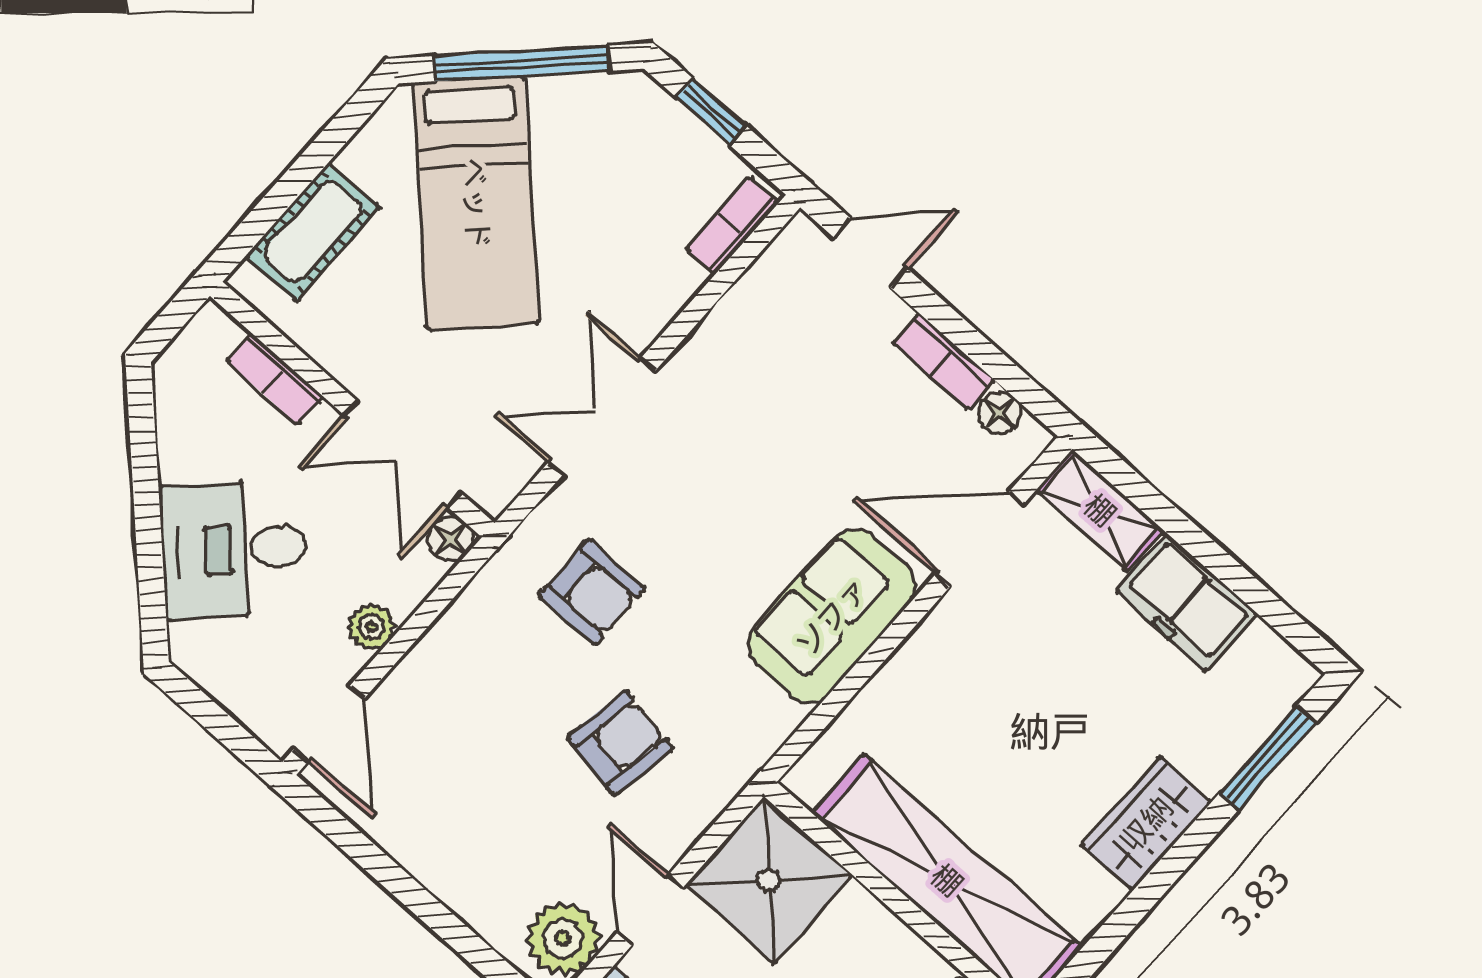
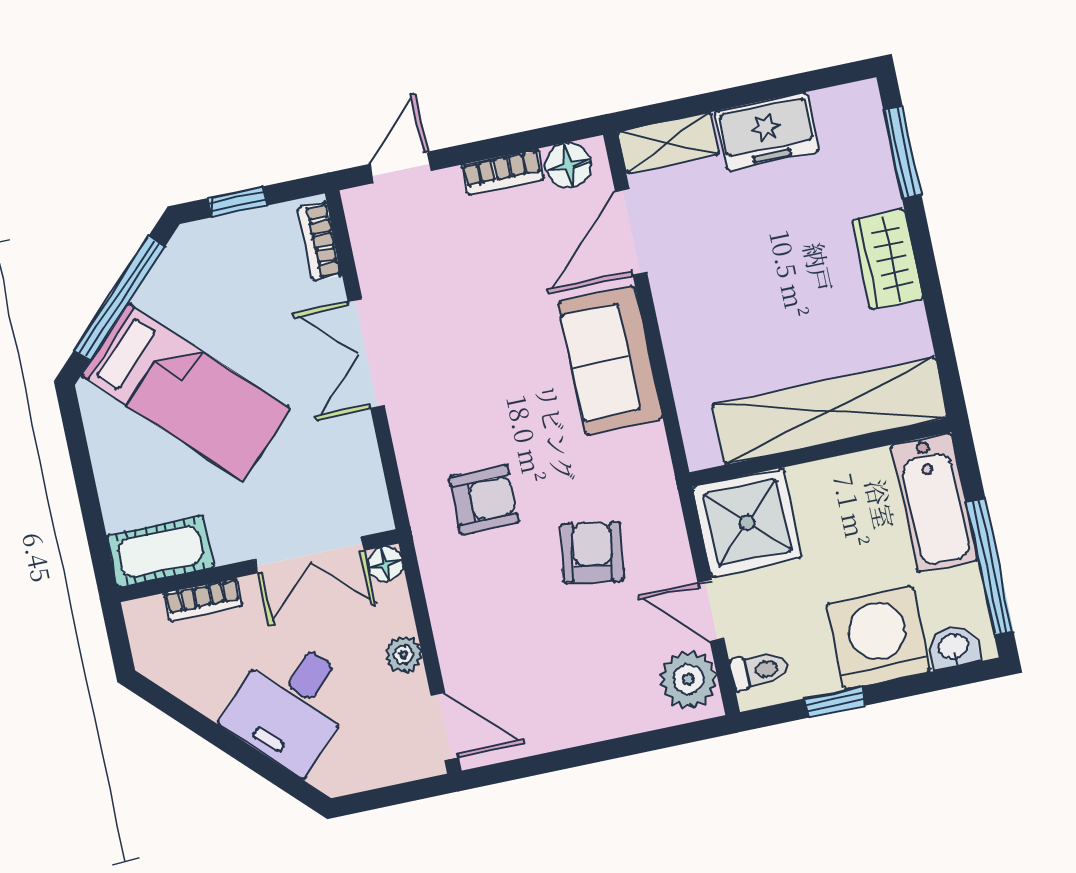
cot: (313, 232) -> (160, 551), moved, turned 90
floor lamp: (1000, 413) -> (569, 165), width x1.37, depth x1.37
double door: (602, 417) -> (366, 353), moved

